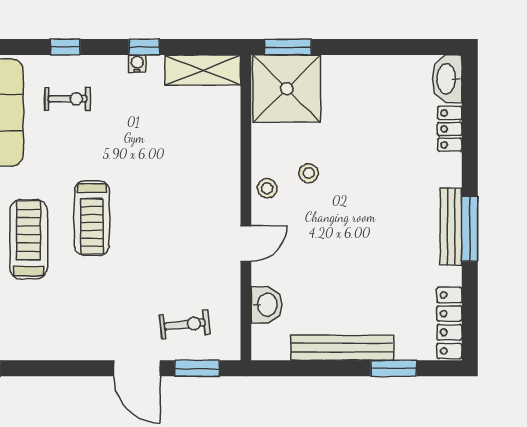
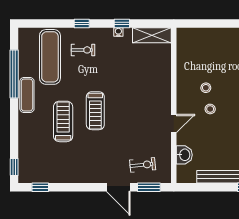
window: (288, 47) -> (195, 24), removed
shower: (287, 89) -> (195, 45), removed
stool: (267, 188) -> (210, 109), moved

